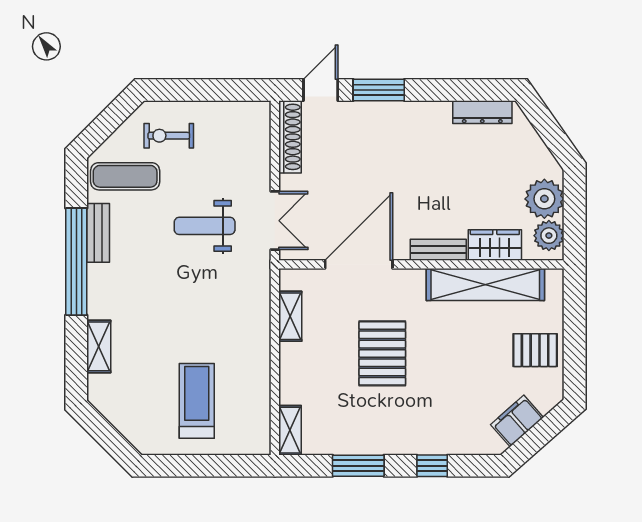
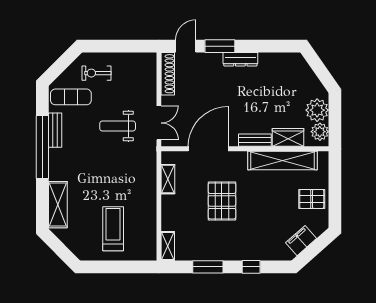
dresser: (482, 112) -> (240, 59), moved
shelving: (99, 346) -> (58, 205), width x1.50, depth x1.33

